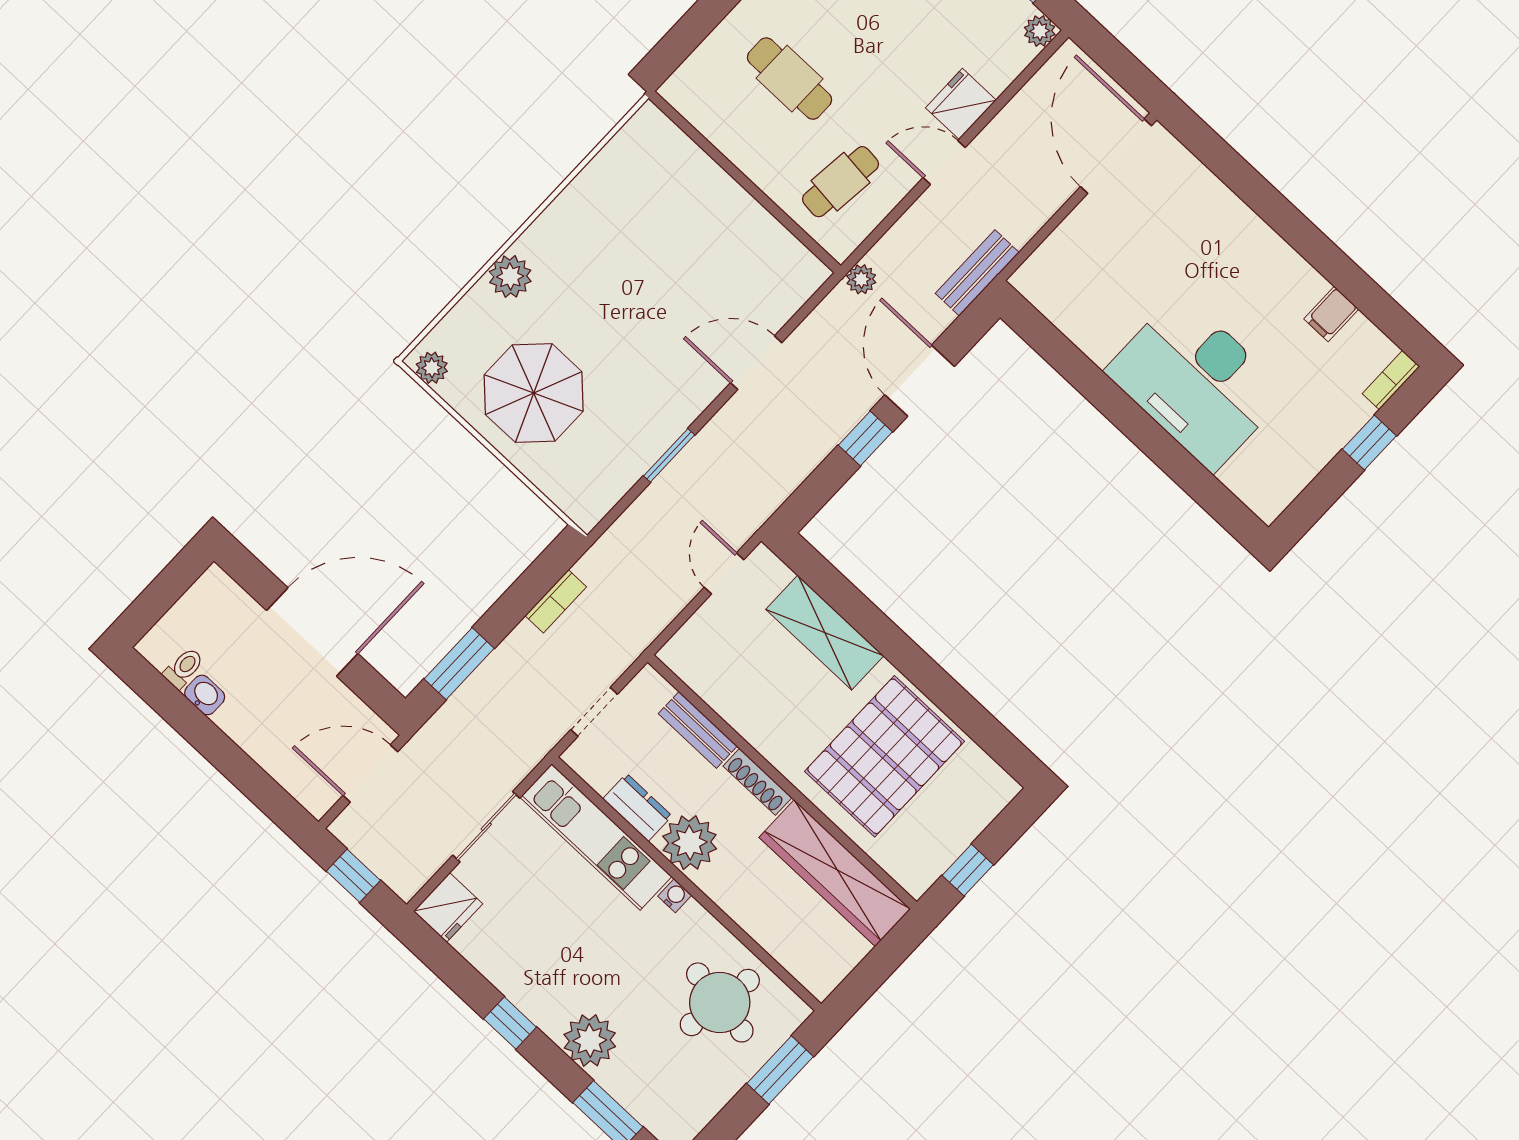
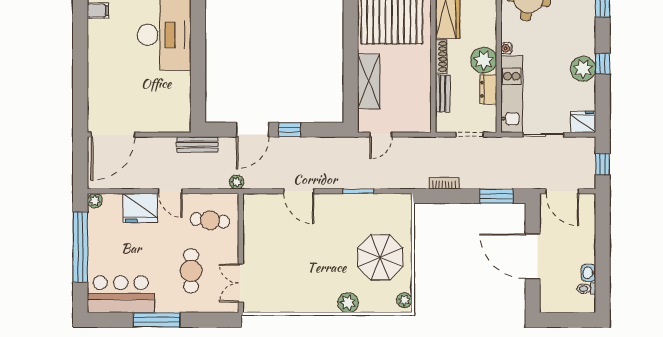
fridge: (961, 104) -> (140, 208), width x1.36, depth x1.34
double door: (698, 138) -> (241, 283), added
plant: (590, 1040) -> (583, 69), moved

